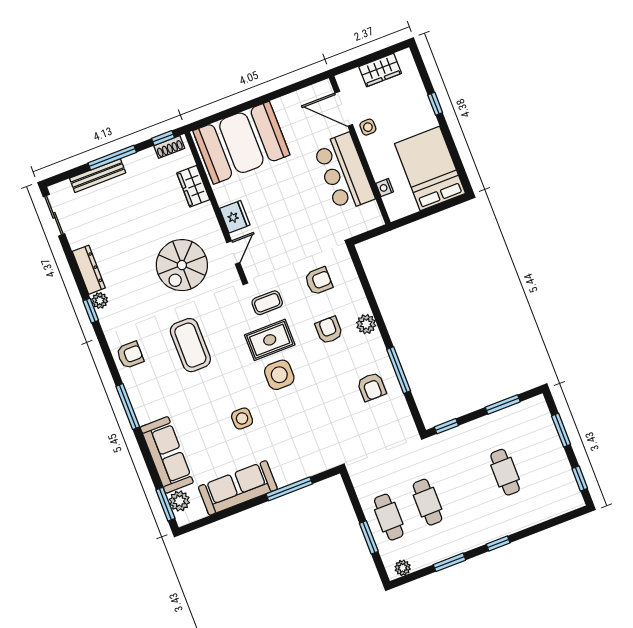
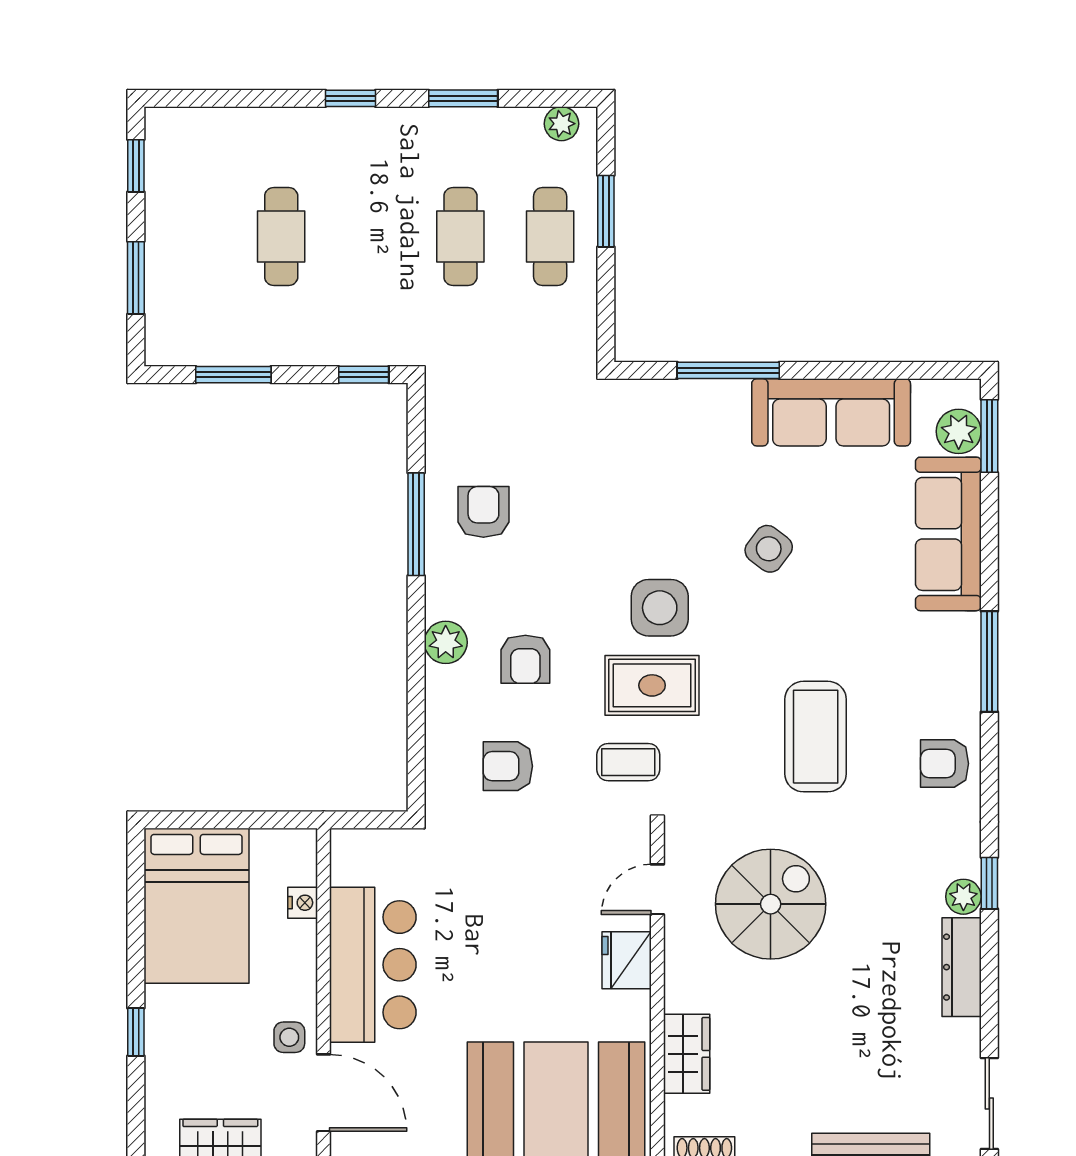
side table: (242, 418) -> (769, 549), turned 37

